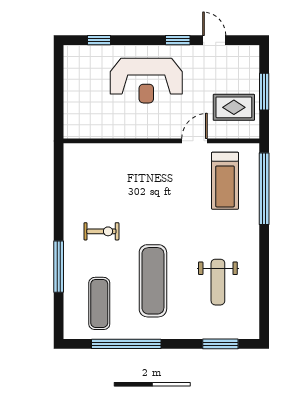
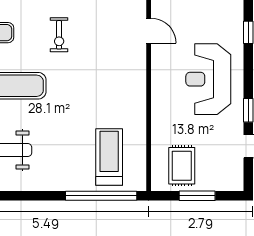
door: (195, 141) -> (149, 31), moved
treadmill: (225, 181) -> (109, 157), turned 90

